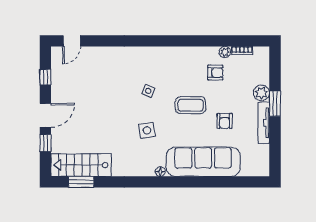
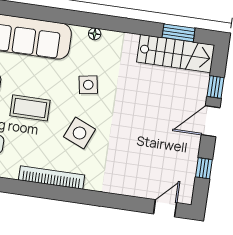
bookcase: (165, 52) -> (52, 177), added
side table: (148, 91) -> (80, 133), width x1.87, depth x1.87
floor lamp: (160, 172) -> (95, 34), moved

